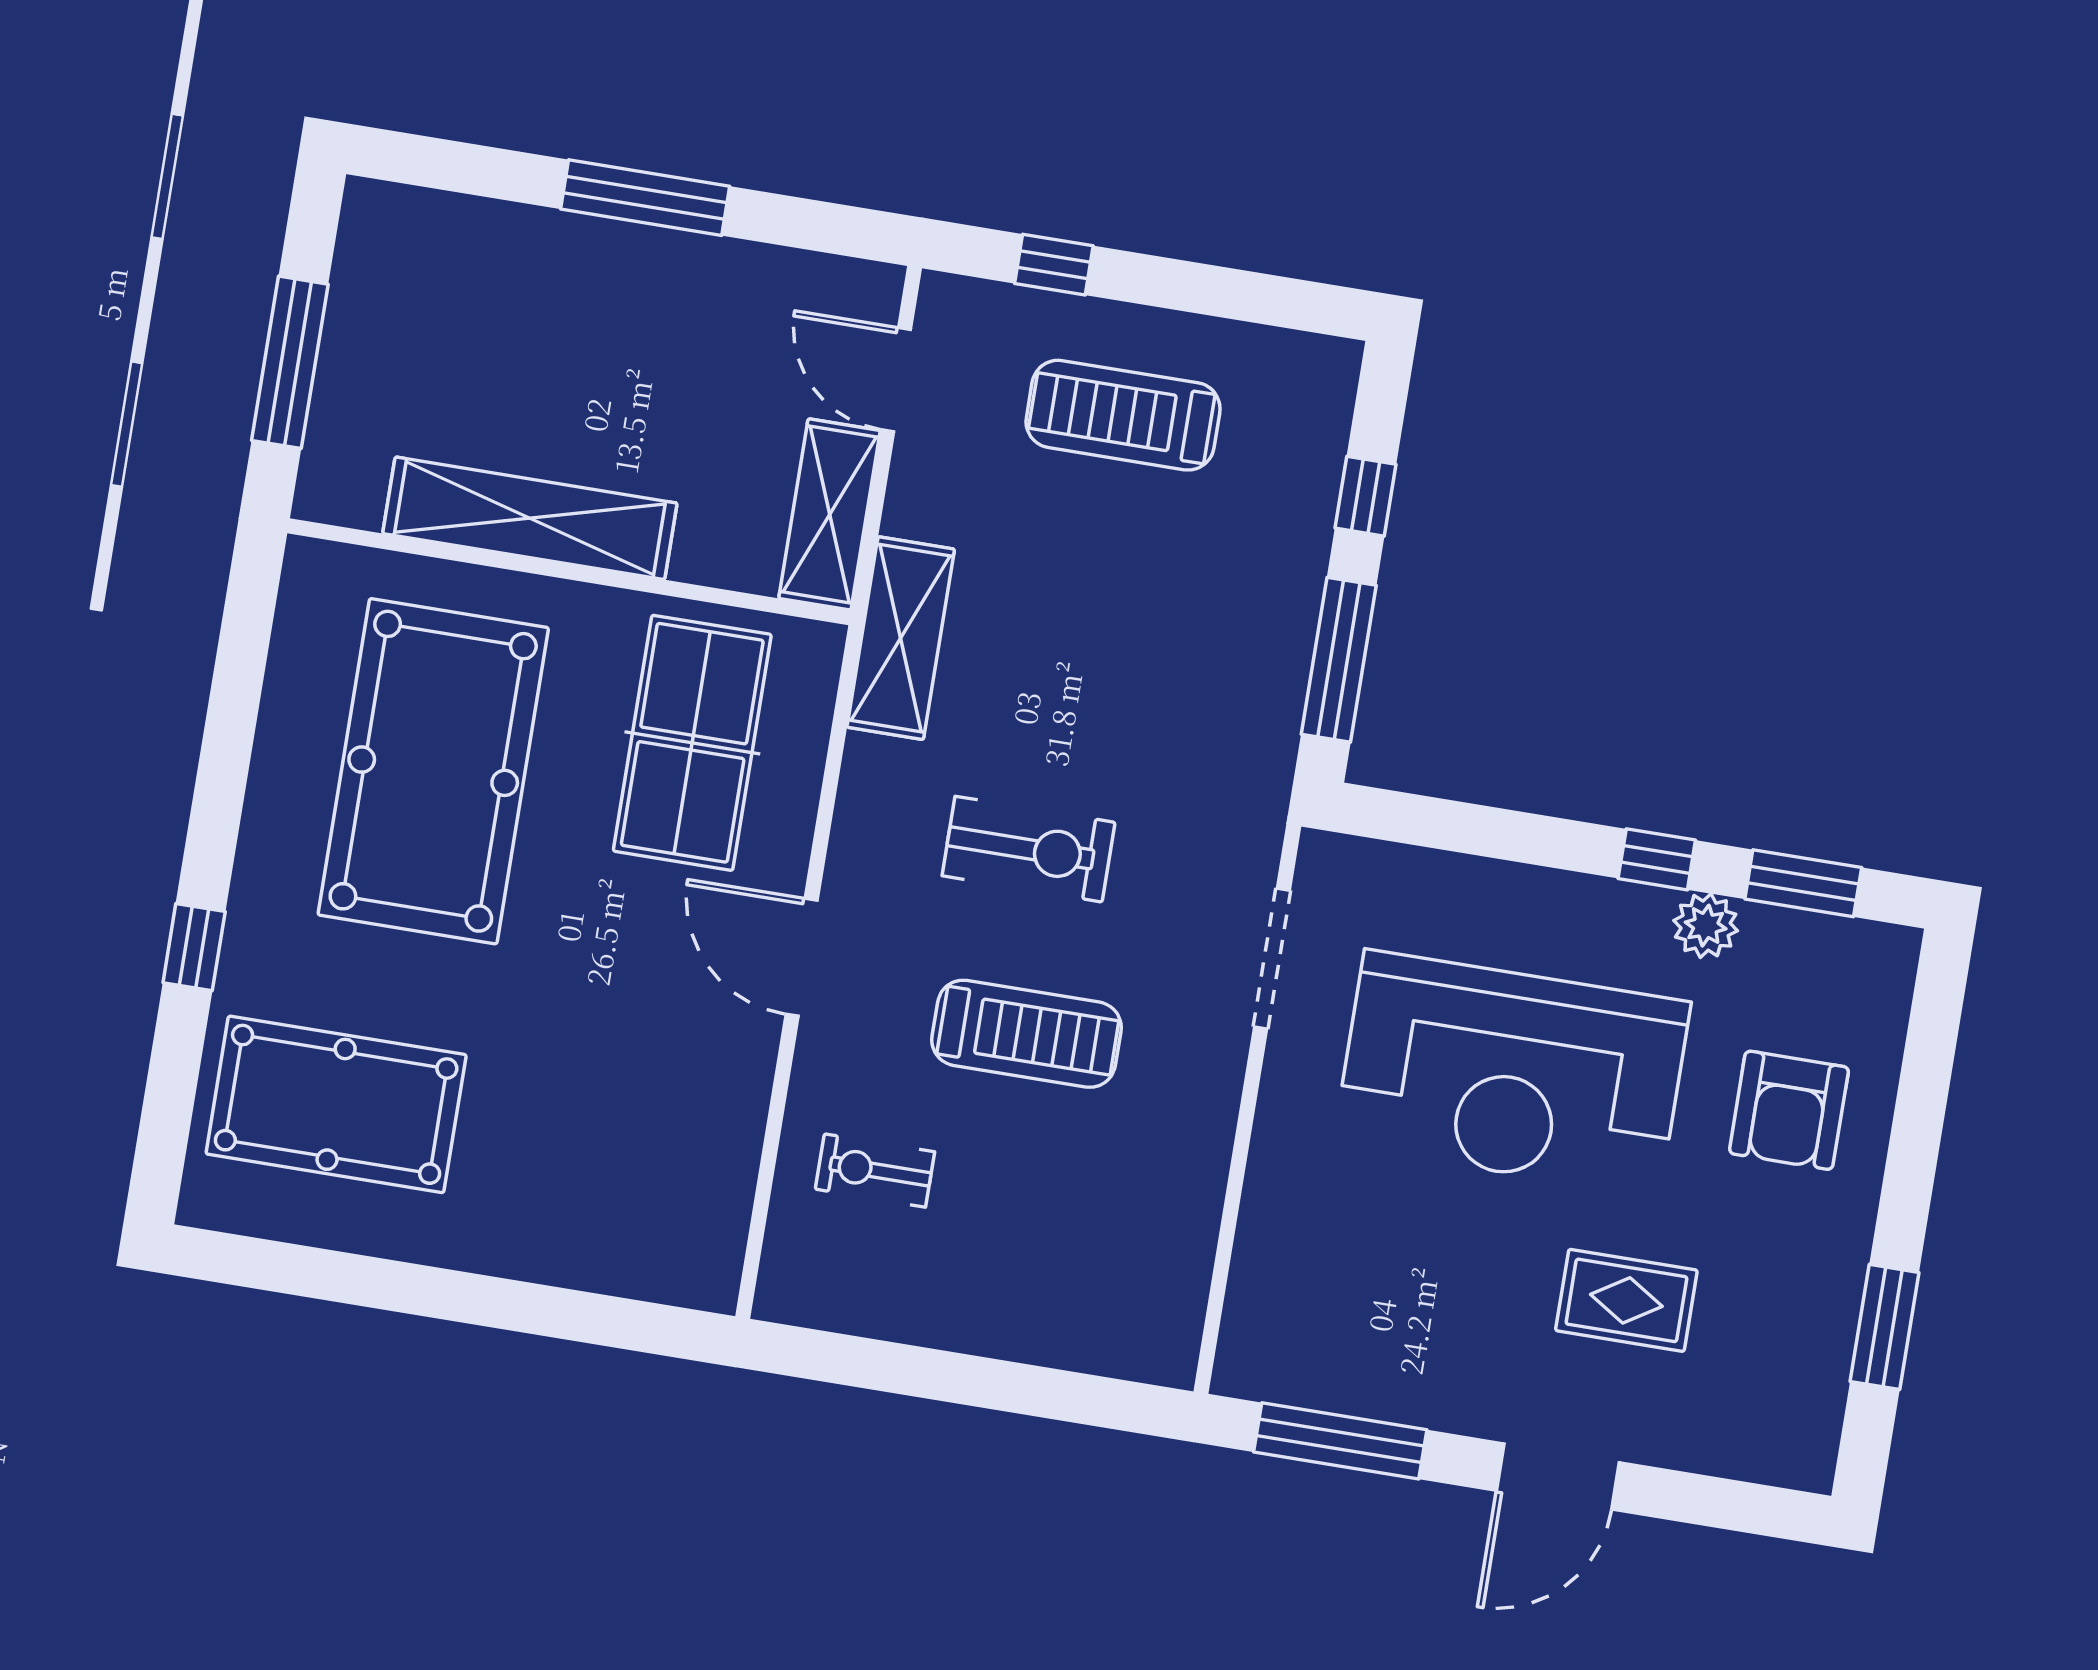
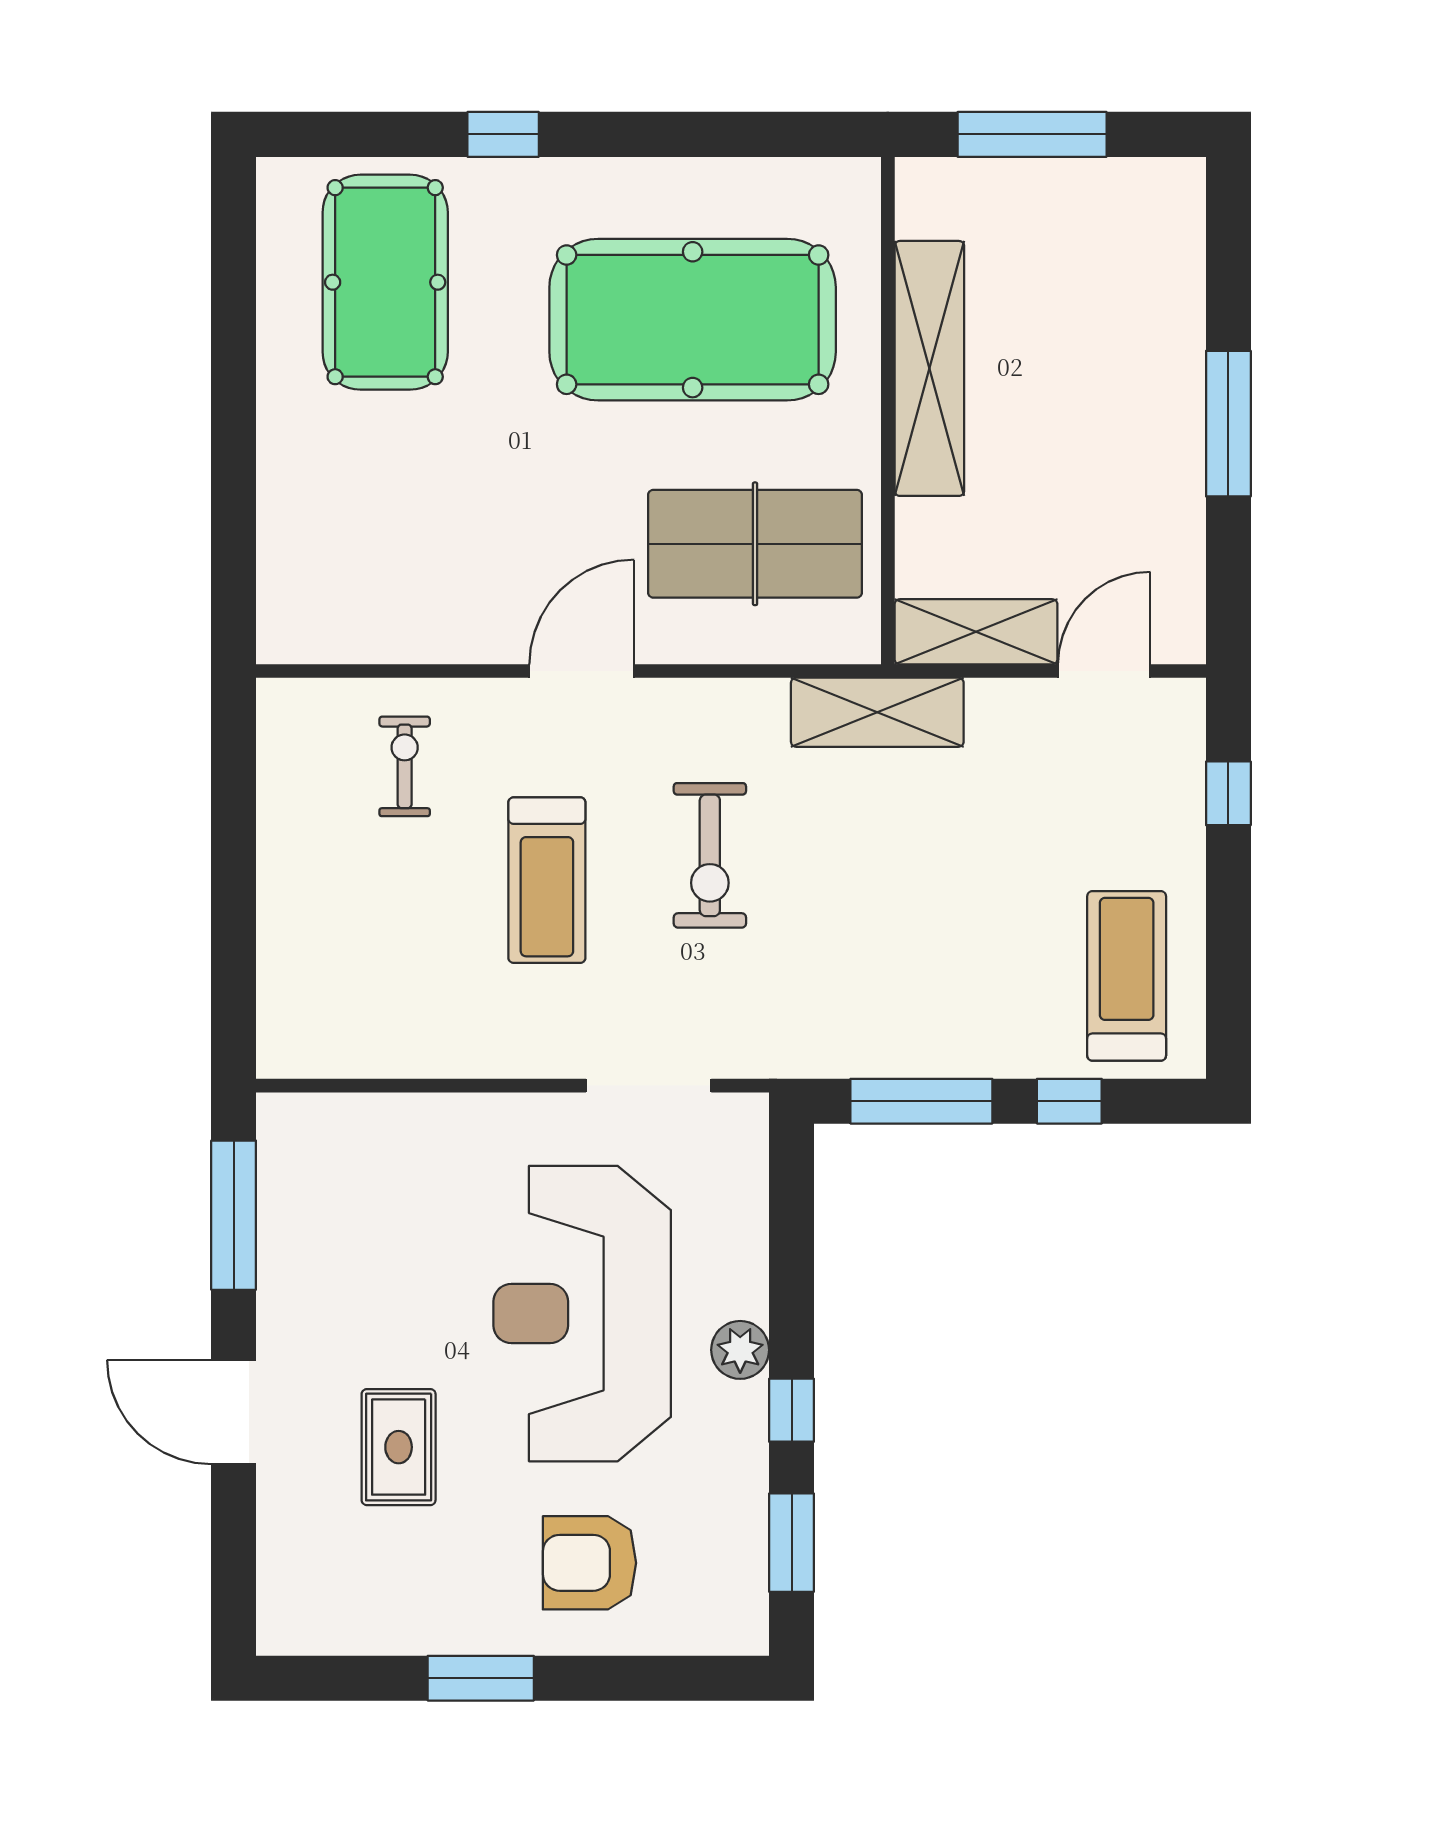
treadmill: (1123, 415) -> (1127, 976), moved
plant: (1706, 926) -> (740, 1350), moved
window: (1884, 1327) -> (481, 1678), moved

